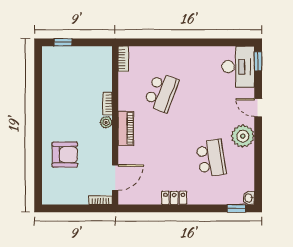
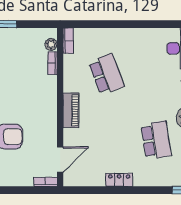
school desk: (161, 92) -> (106, 74), turned -42
bookcase: (108, 104) -> (52, 63), moved
plant: (106, 122) -> (51, 44), moved

